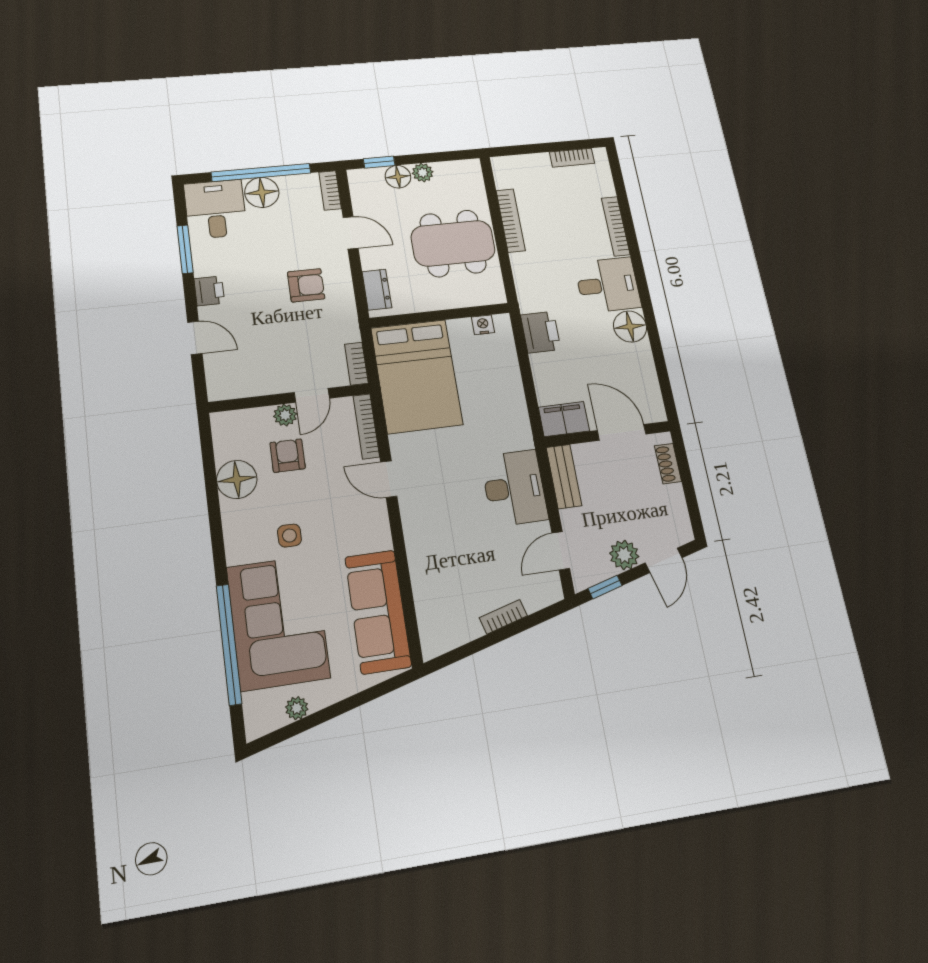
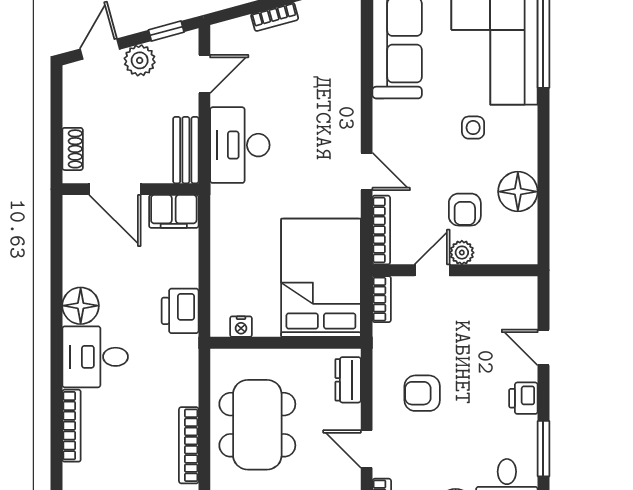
dining table: (453, 243) -> (257, 425), turned 90

